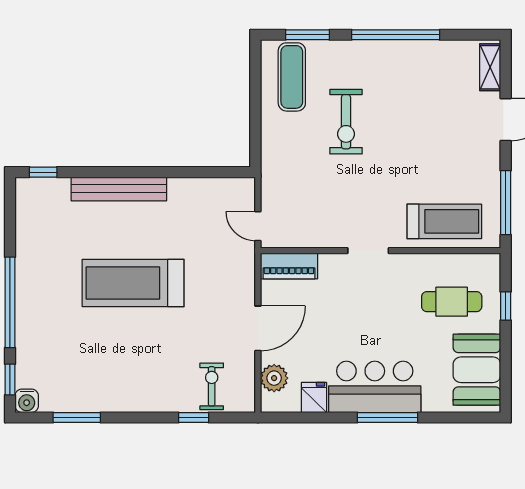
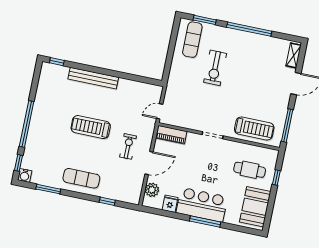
door: (258, 226) -> (160, 111), hinge flipped
treadmill: (133, 283) -> (91, 127), width x0.73, depth x0.73
exercise mat: (136, 384) -> (81, 178), added
exercise bike: (212, 386) -> (128, 146), moved

